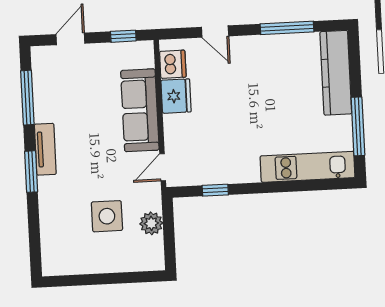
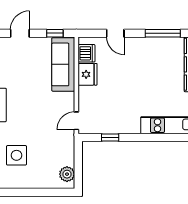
sofa: (140, 110) -> (63, 64), moved
side table: (107, 216) -> (16, 155), moved
plant: (151, 223) -> (67, 174), moved

